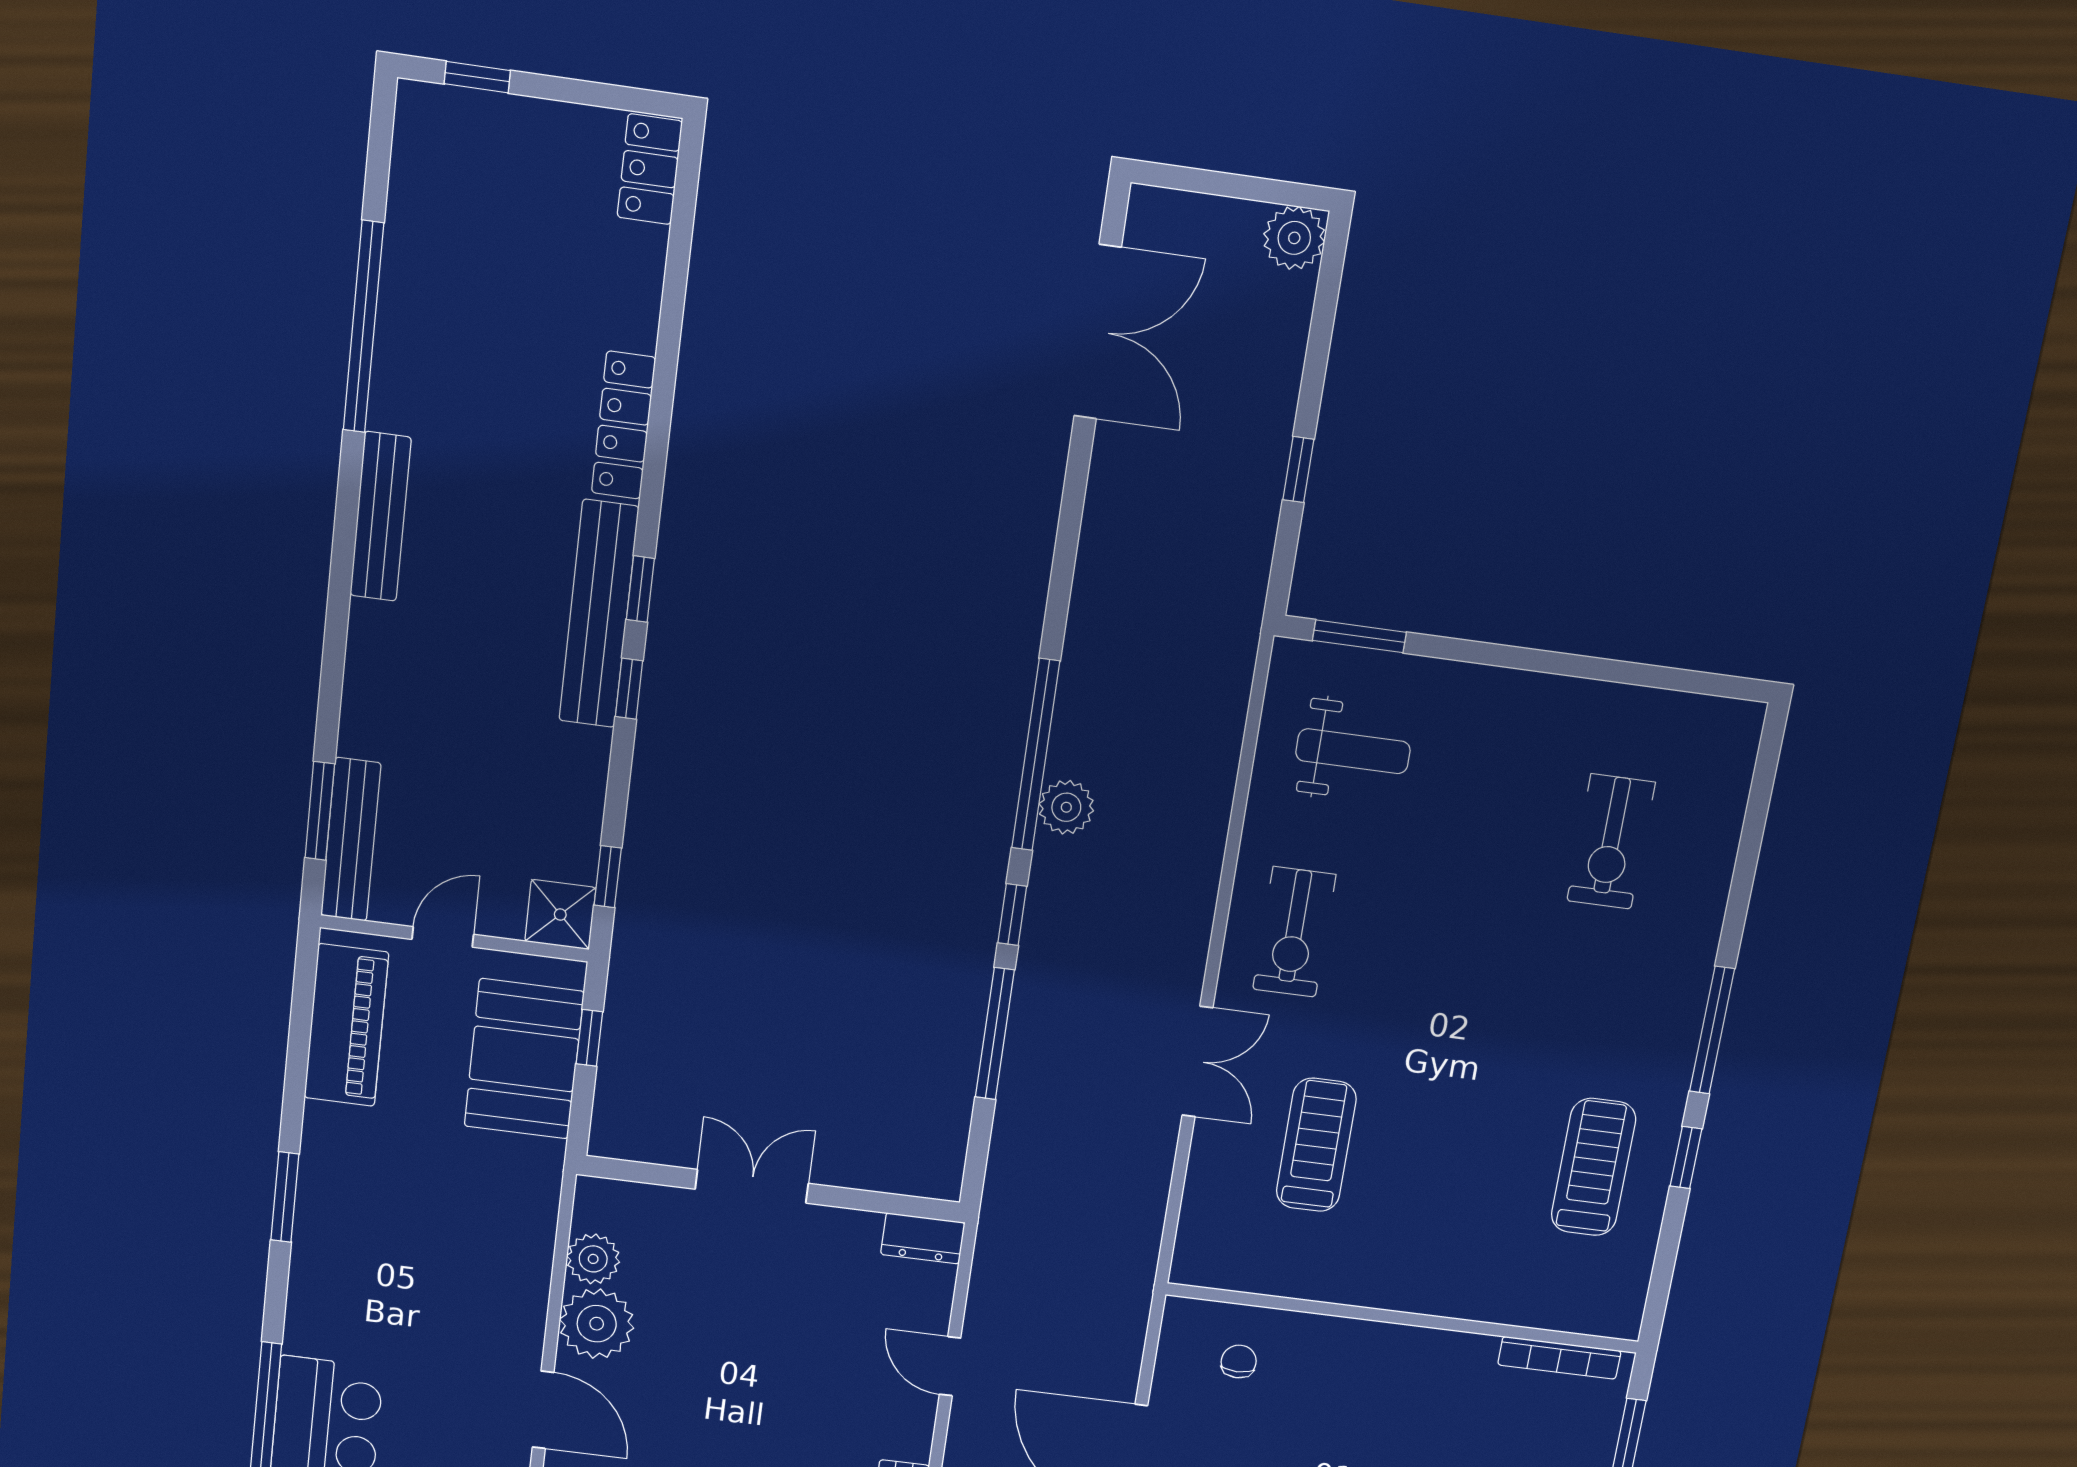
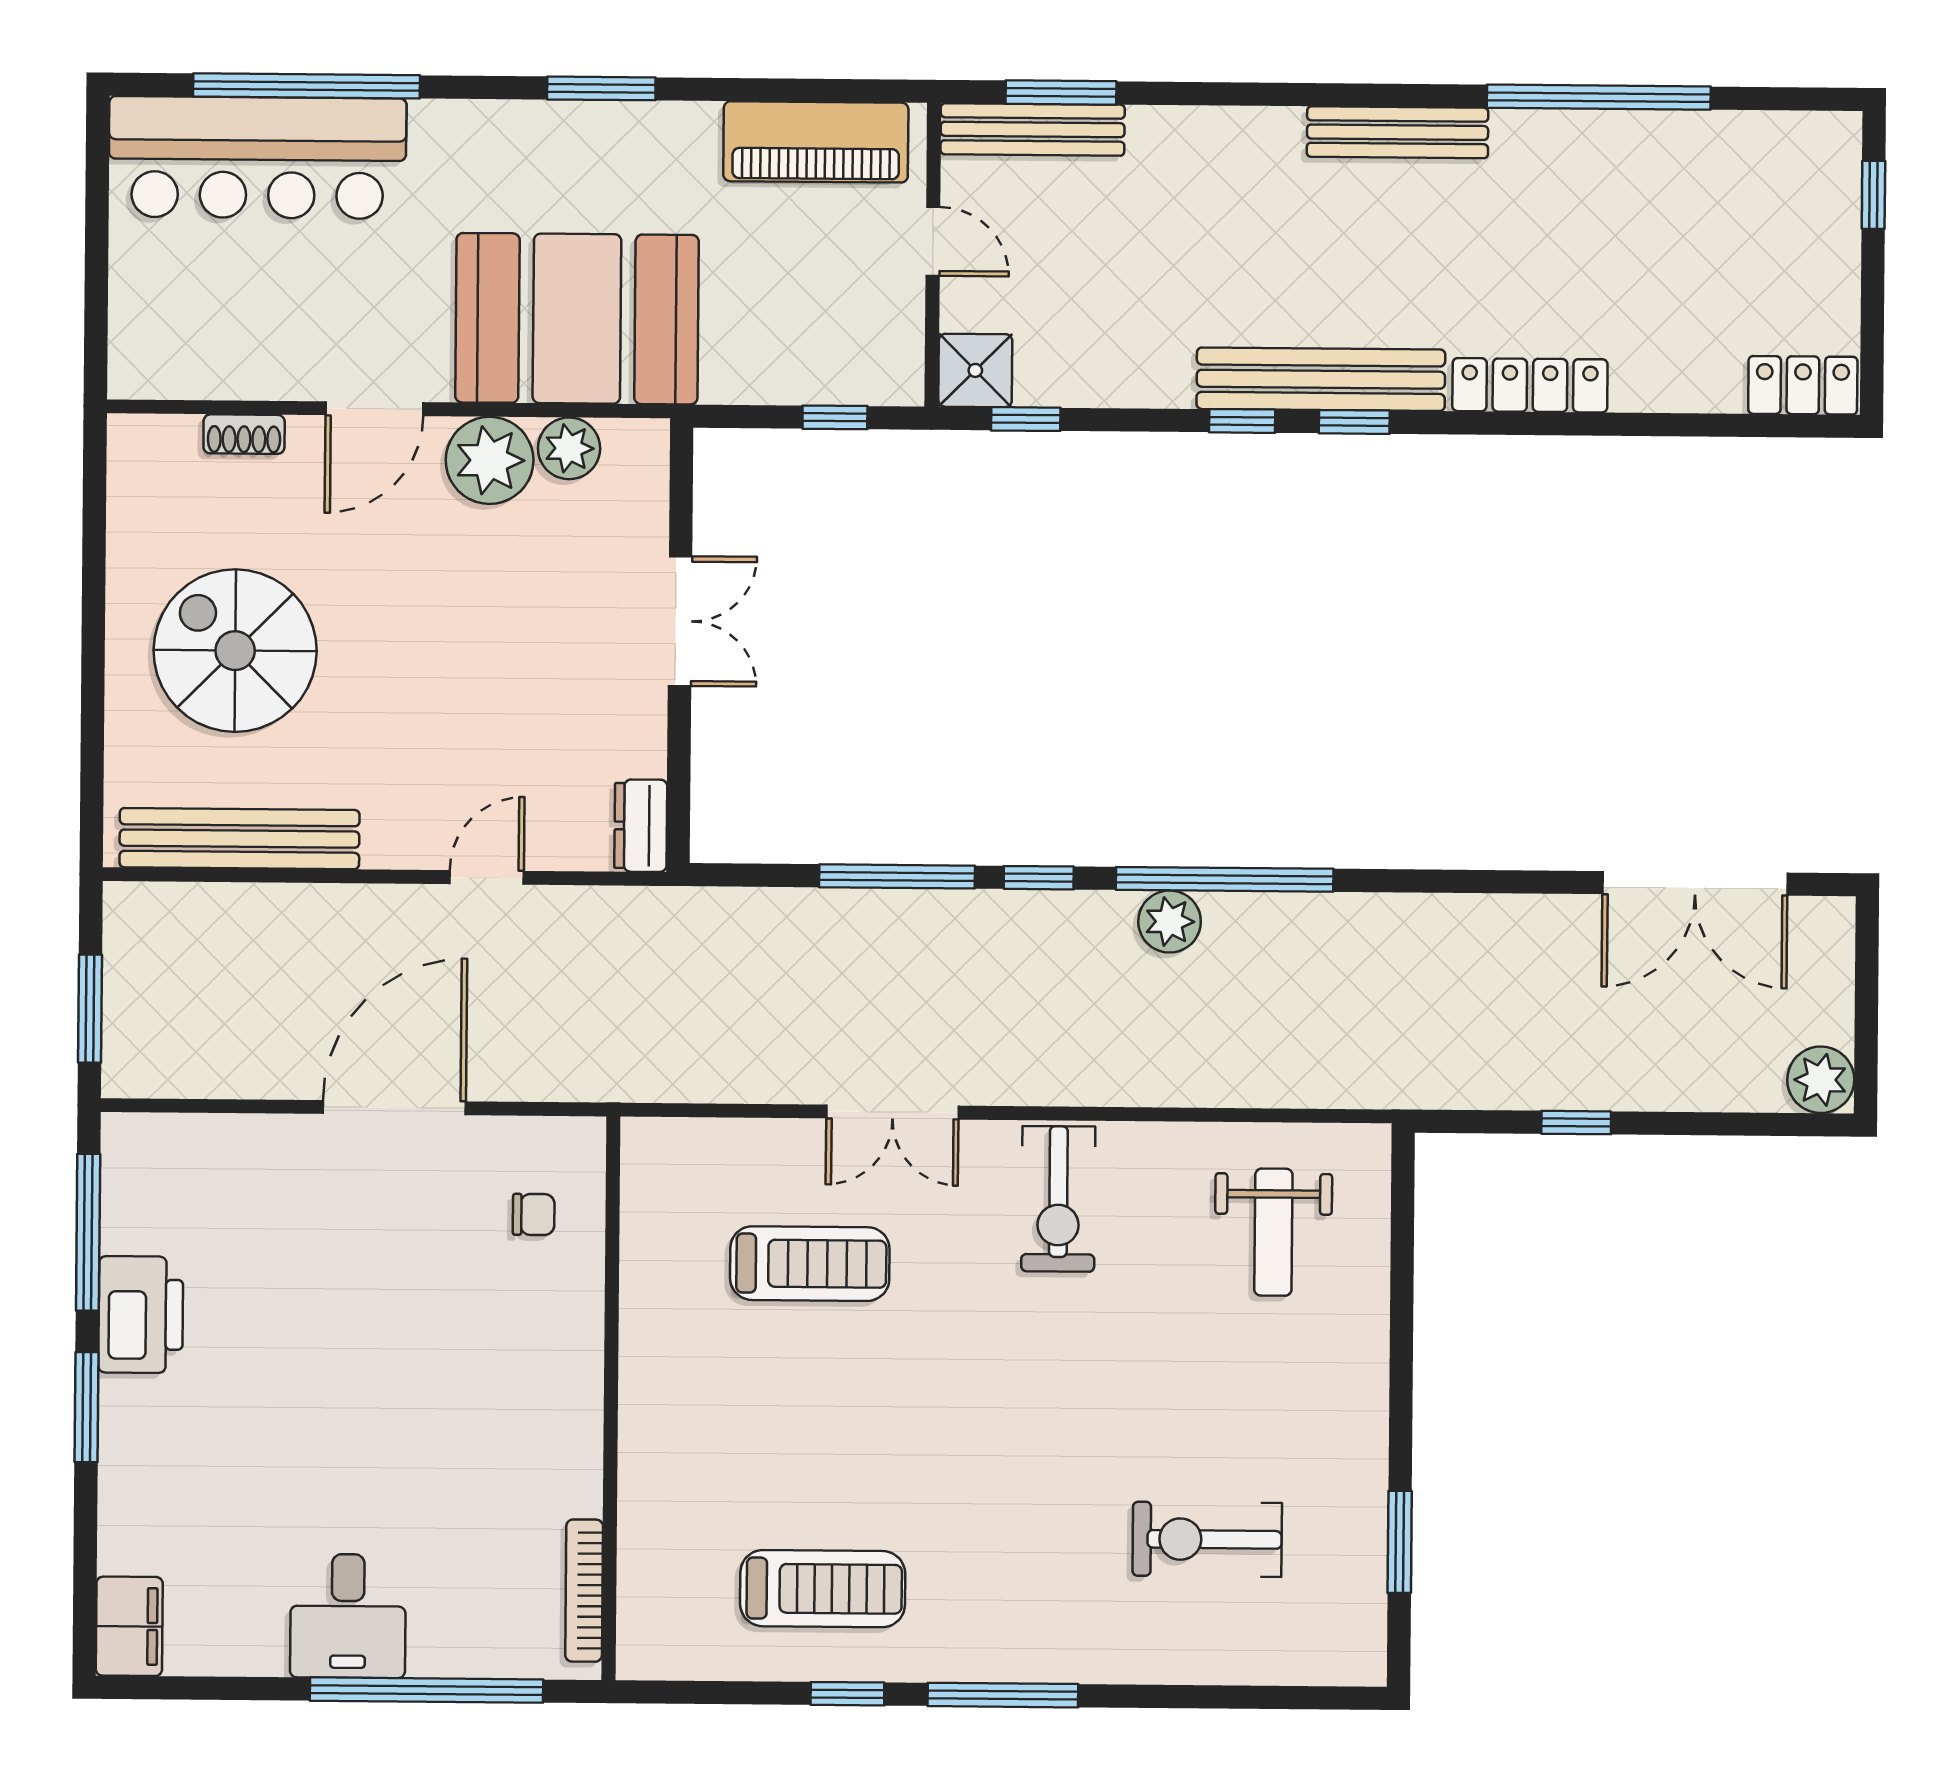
window: (1359, 636) -> (1400, 1542), moved
exercise bike: (1294, 932) -> (1058, 1199), turned -90
booth: (524, 1059) -> (577, 319), moved, width x1.36, depth x1.42

